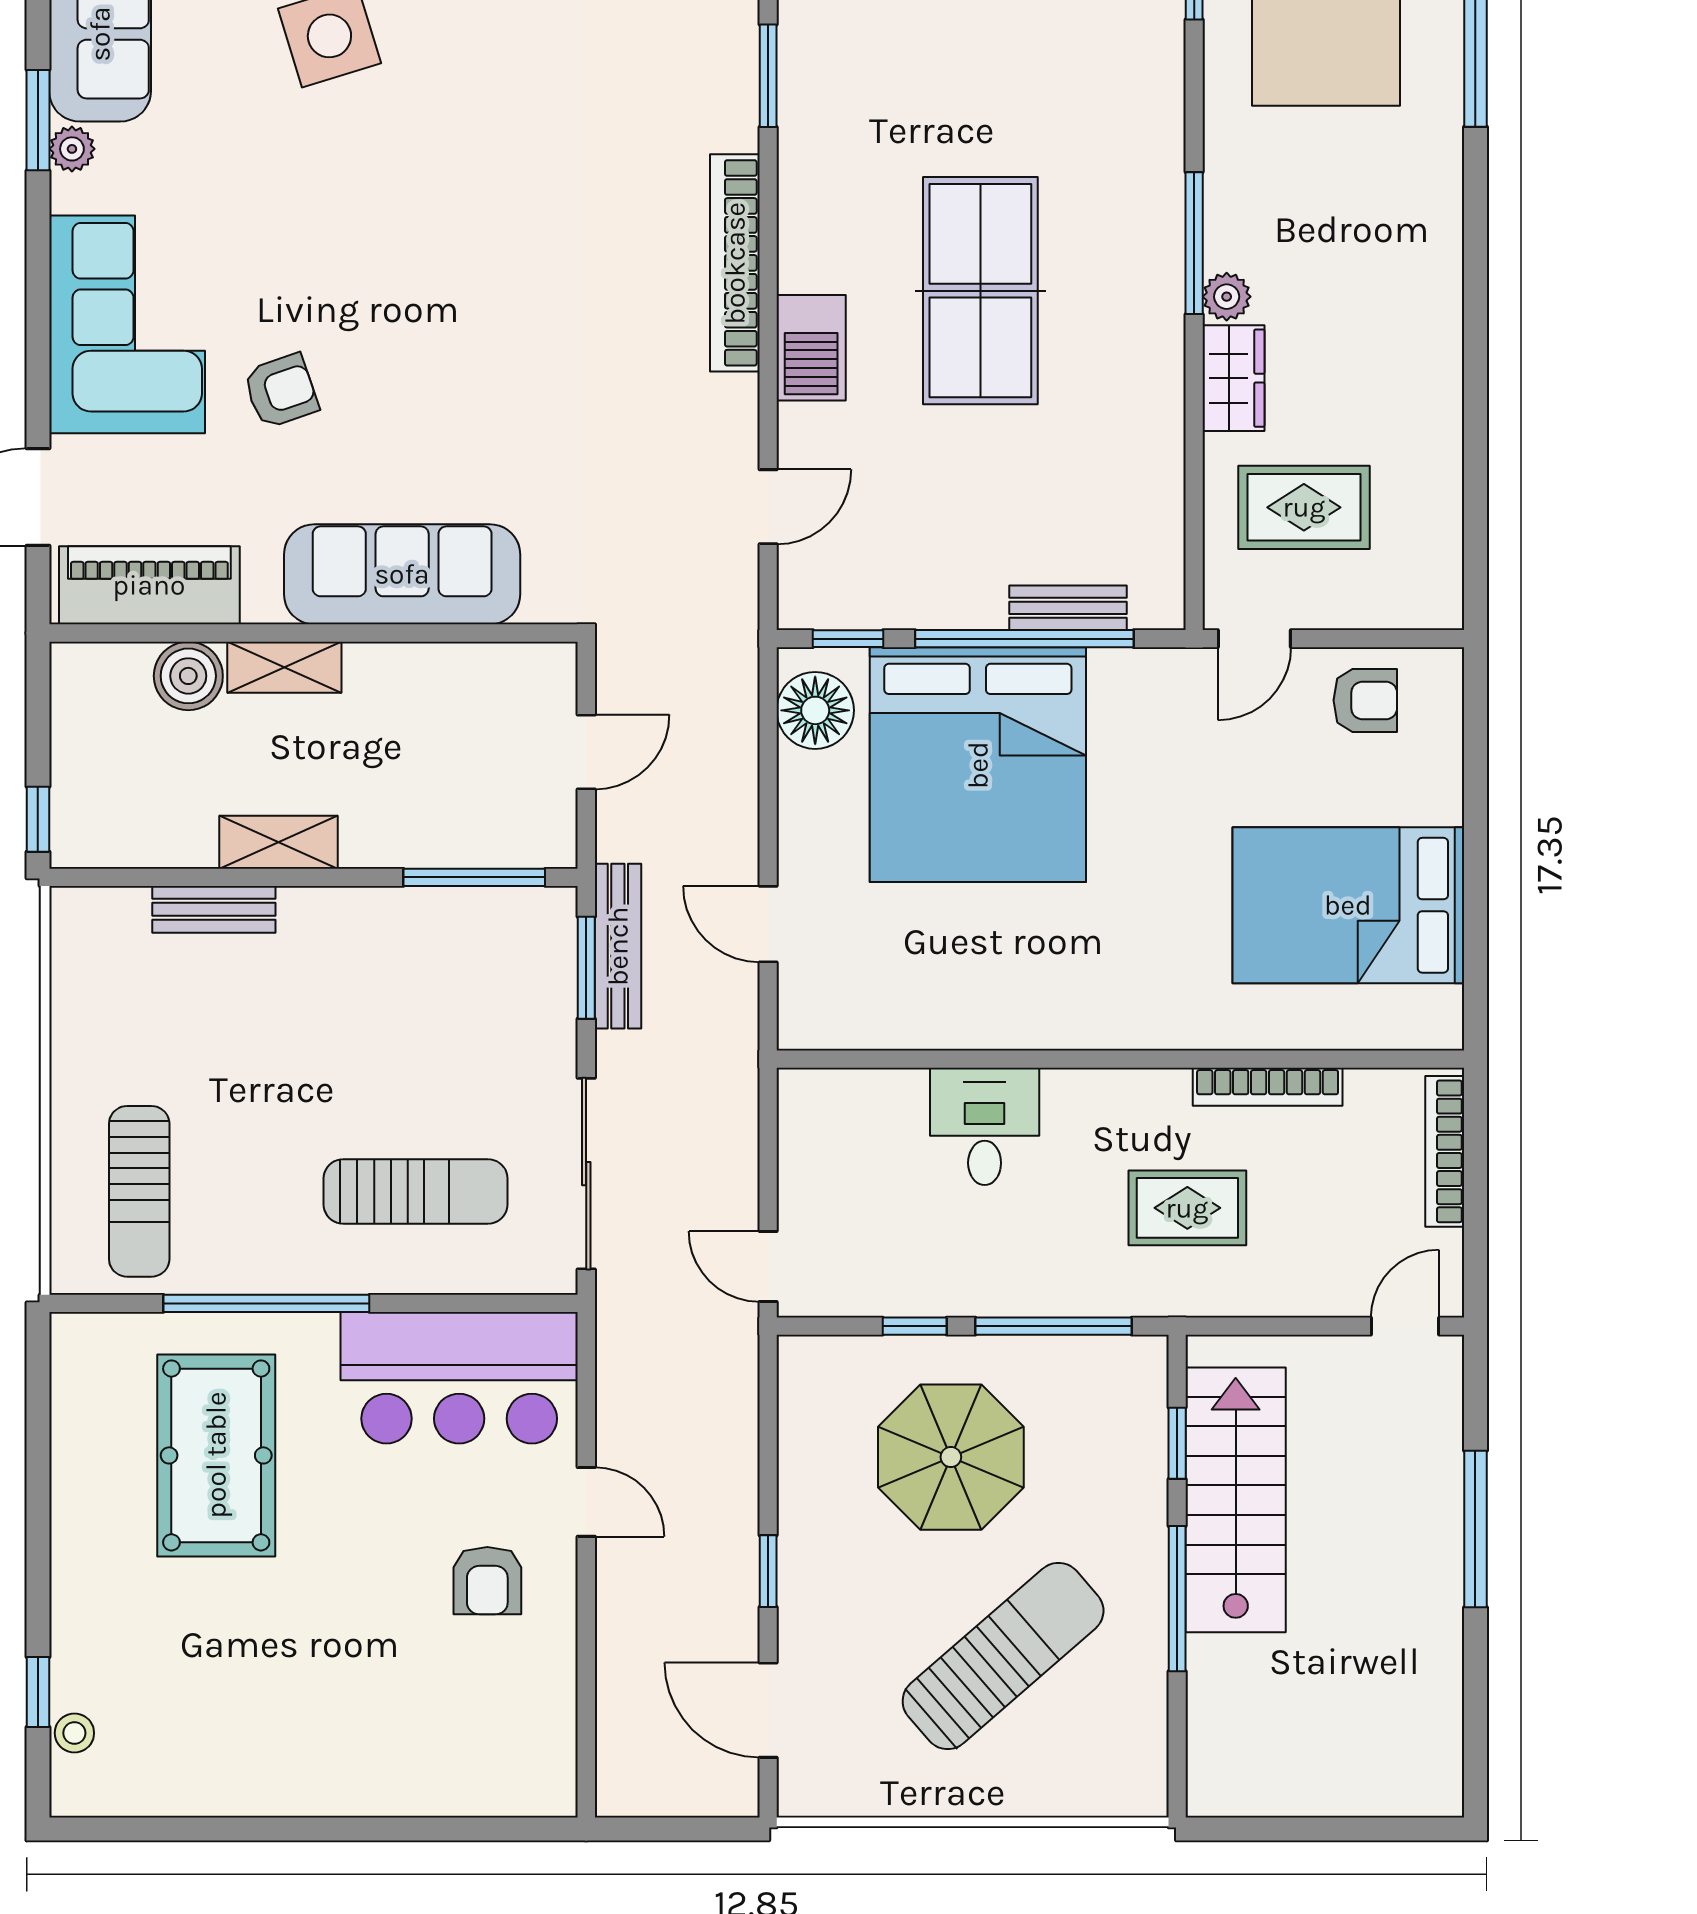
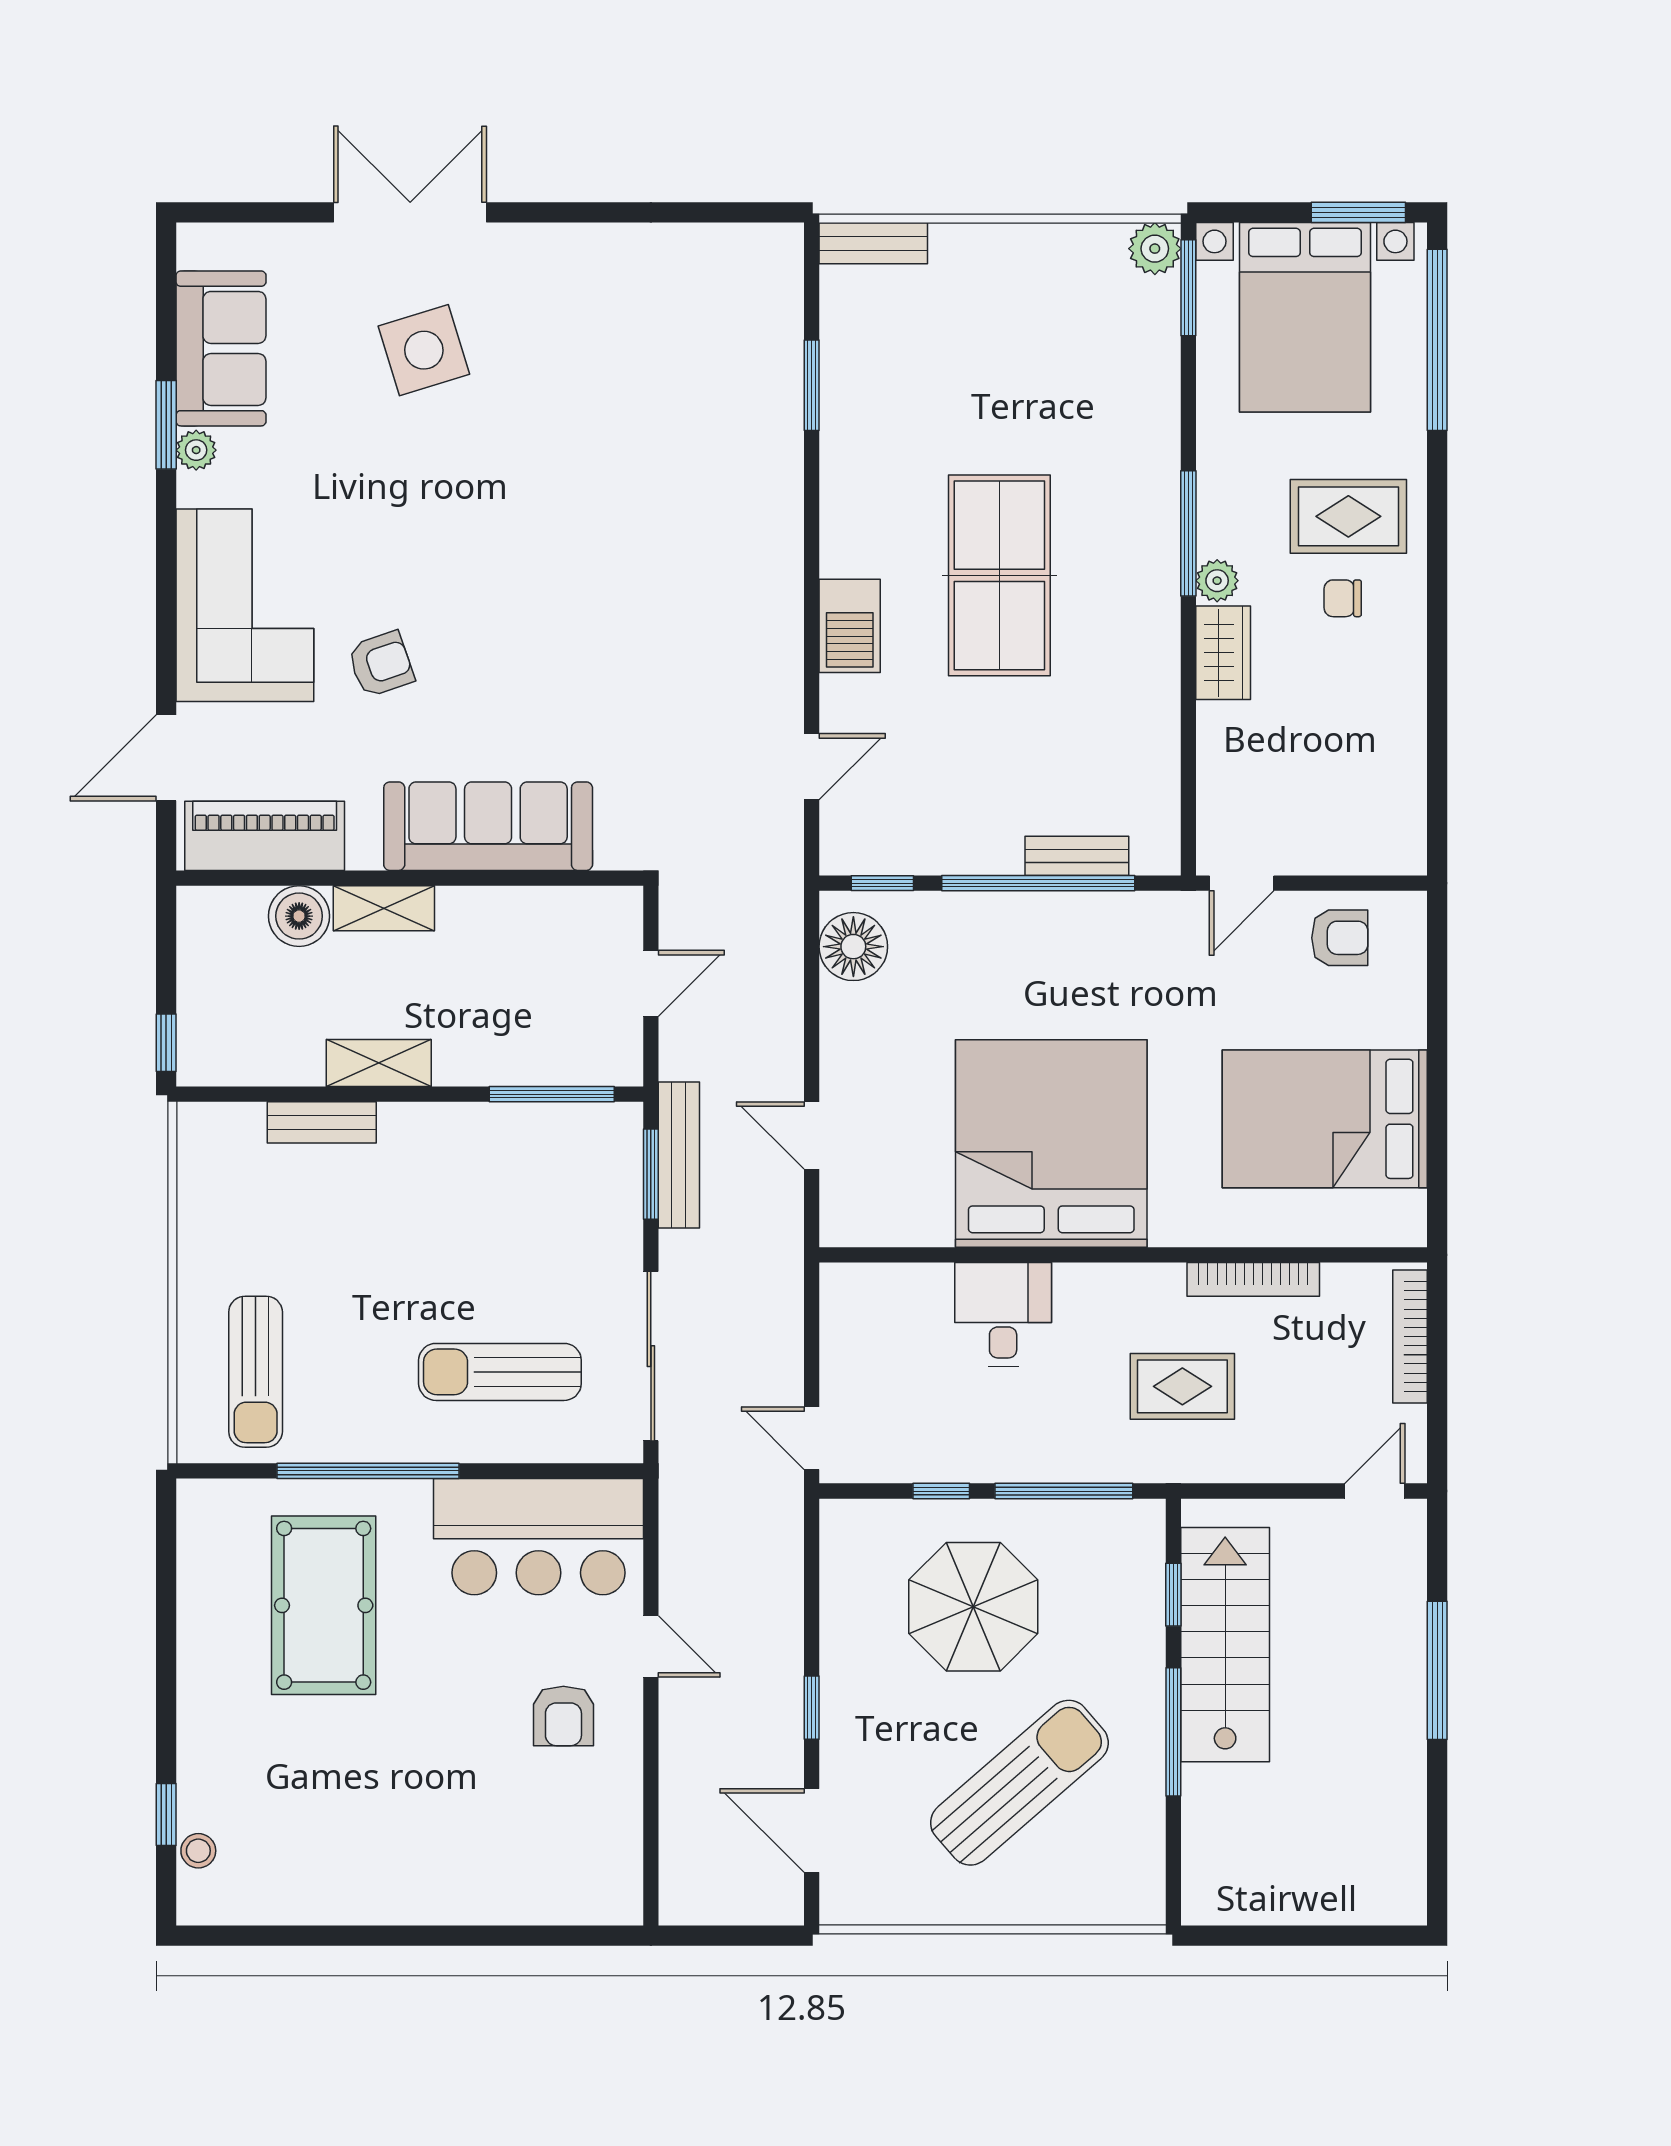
bookcase: (735, 263) -> (782, 551), removed
chair: (1369, 317) -> (1343, 598), added
rug: (1304, 507) -> (1348, 516), moved
bed: (978, 765) -> (1051, 1143), moved, turned 180
sun lounger: (416, 1191) -> (500, 1372), turned 180

